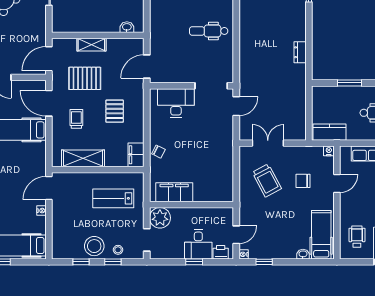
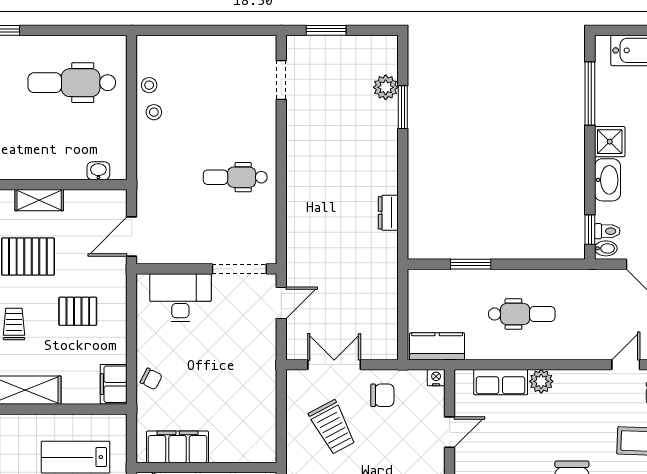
pallet: (115, 111) -> (78, 311), turned 90
chair: (303, 181) -> (382, 395), moved, turned 180

